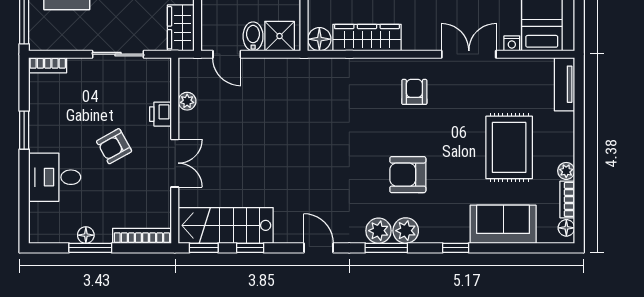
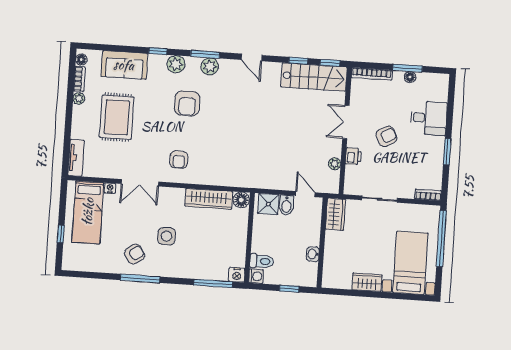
armchair: (408, 175) -> (187, 103), turned 90
plant: (406, 231) -> (176, 64), moved

